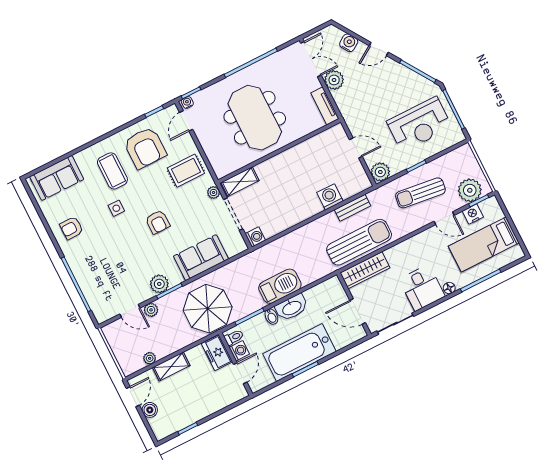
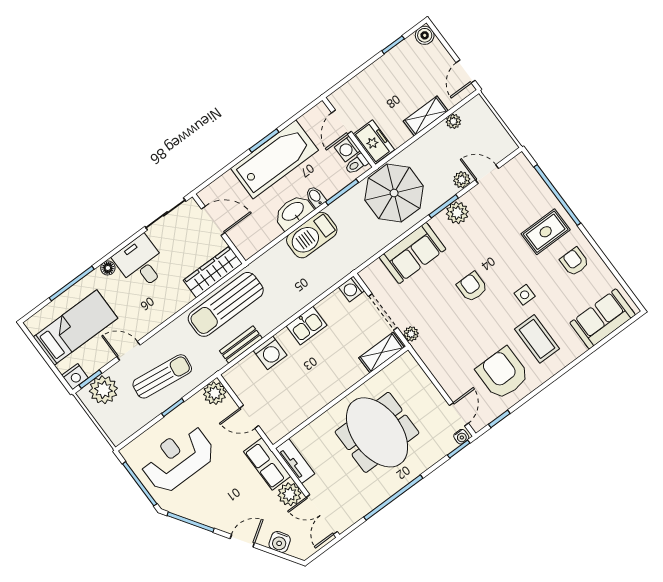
row of seats: (348, 108) -> (267, 464), added
rug: (186, 171) -> (546, 232), moved
kitchen sink: (297, 214) -> (307, 326), added
nightstand: (473, 214) -> (75, 377), moved
armchair: (71, 228) -> (574, 262), turned -89
boiler: (150, 410) -> (425, 35), moved

